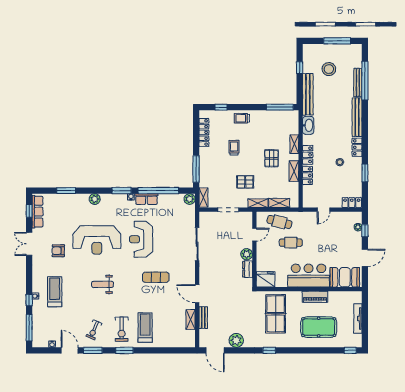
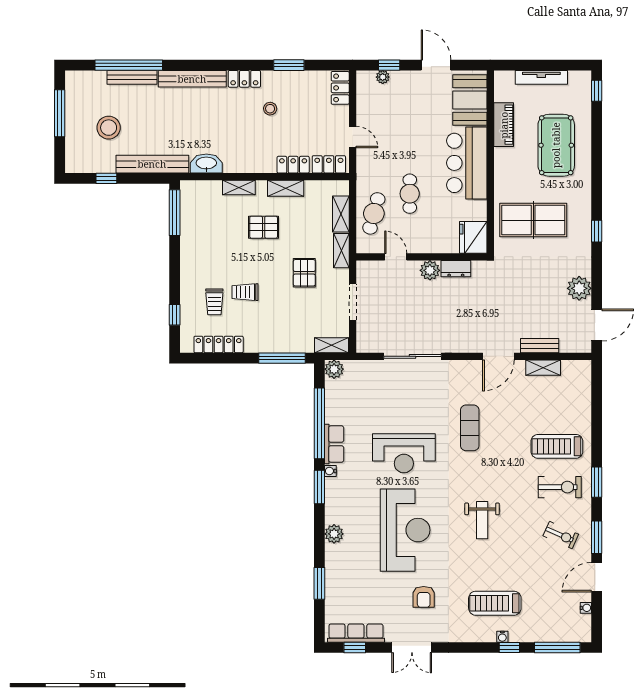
trolley: (242, 118) -> (214, 302), moved
locker: (308, 155) -> (329, 164), moved
piano: (315, 297) -> (504, 125), moved

